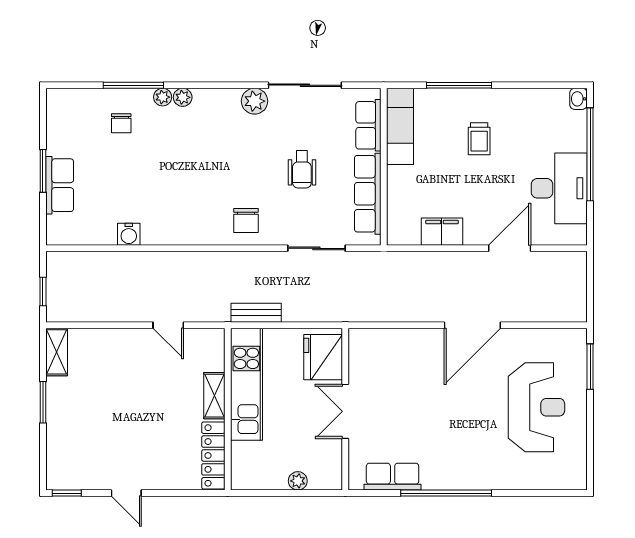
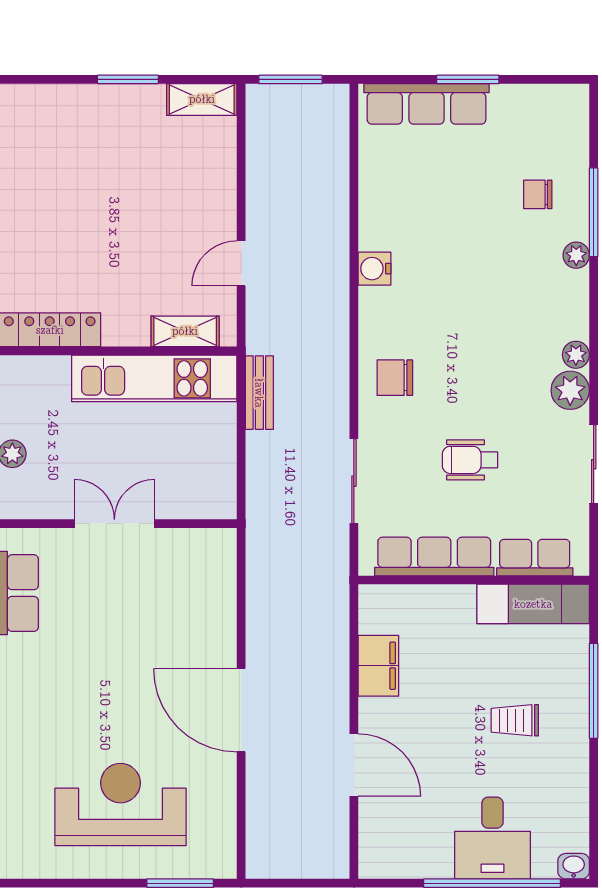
sliding door: (305, 85) -> (594, 464), width x0.73
plant: (183, 97) -> (576, 355), moved
row of seats: (60, 185) -> (426, 104), width x1.48
desk: (559, 188) -> (492, 838), moved, width x0.73
water cooler: (129, 234) -> (375, 269), moved
window: (43, 291) -> (291, 79), width x1.50
fridge: (323, 357) -> (194, 491), removed
shelving: (214, 396) -> (185, 331), moved
reception desk: (536, 407) -> (120, 805), turned 180

